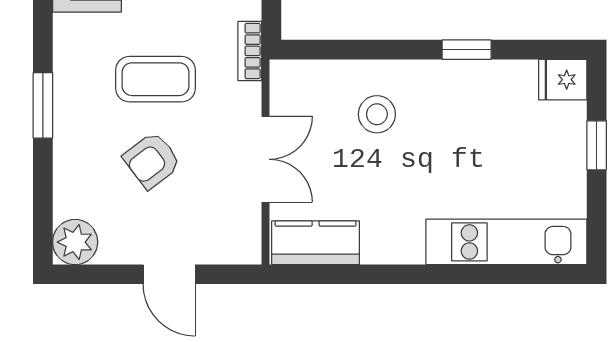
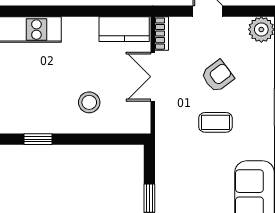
bookcase: (250, 51) -> (162, 34), moved
coffee table: (156, 79) -> (215, 122), width x0.73, depth x0.77

